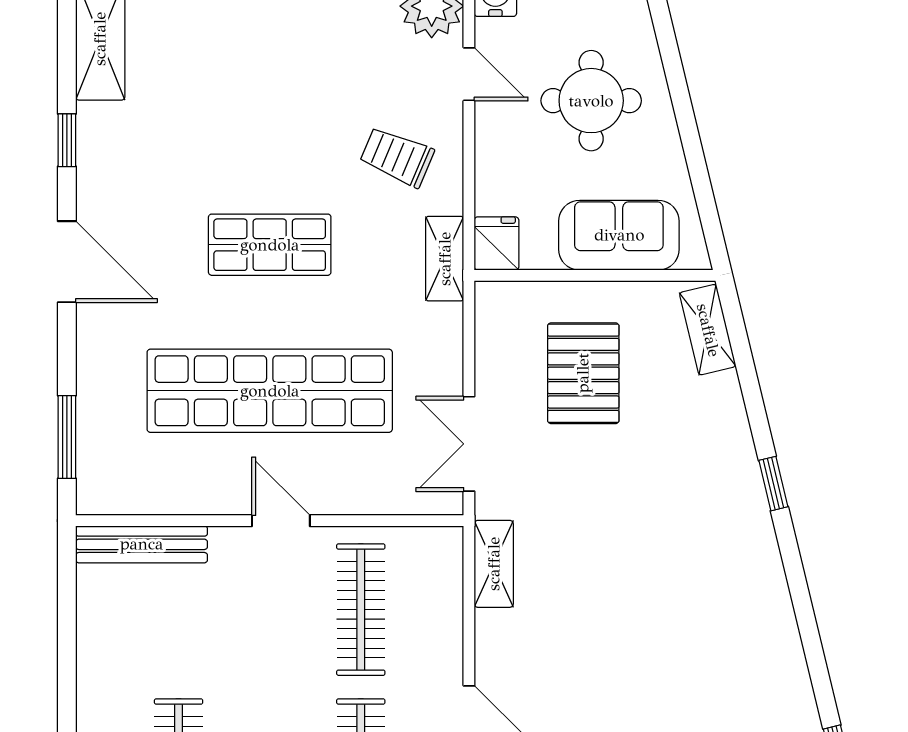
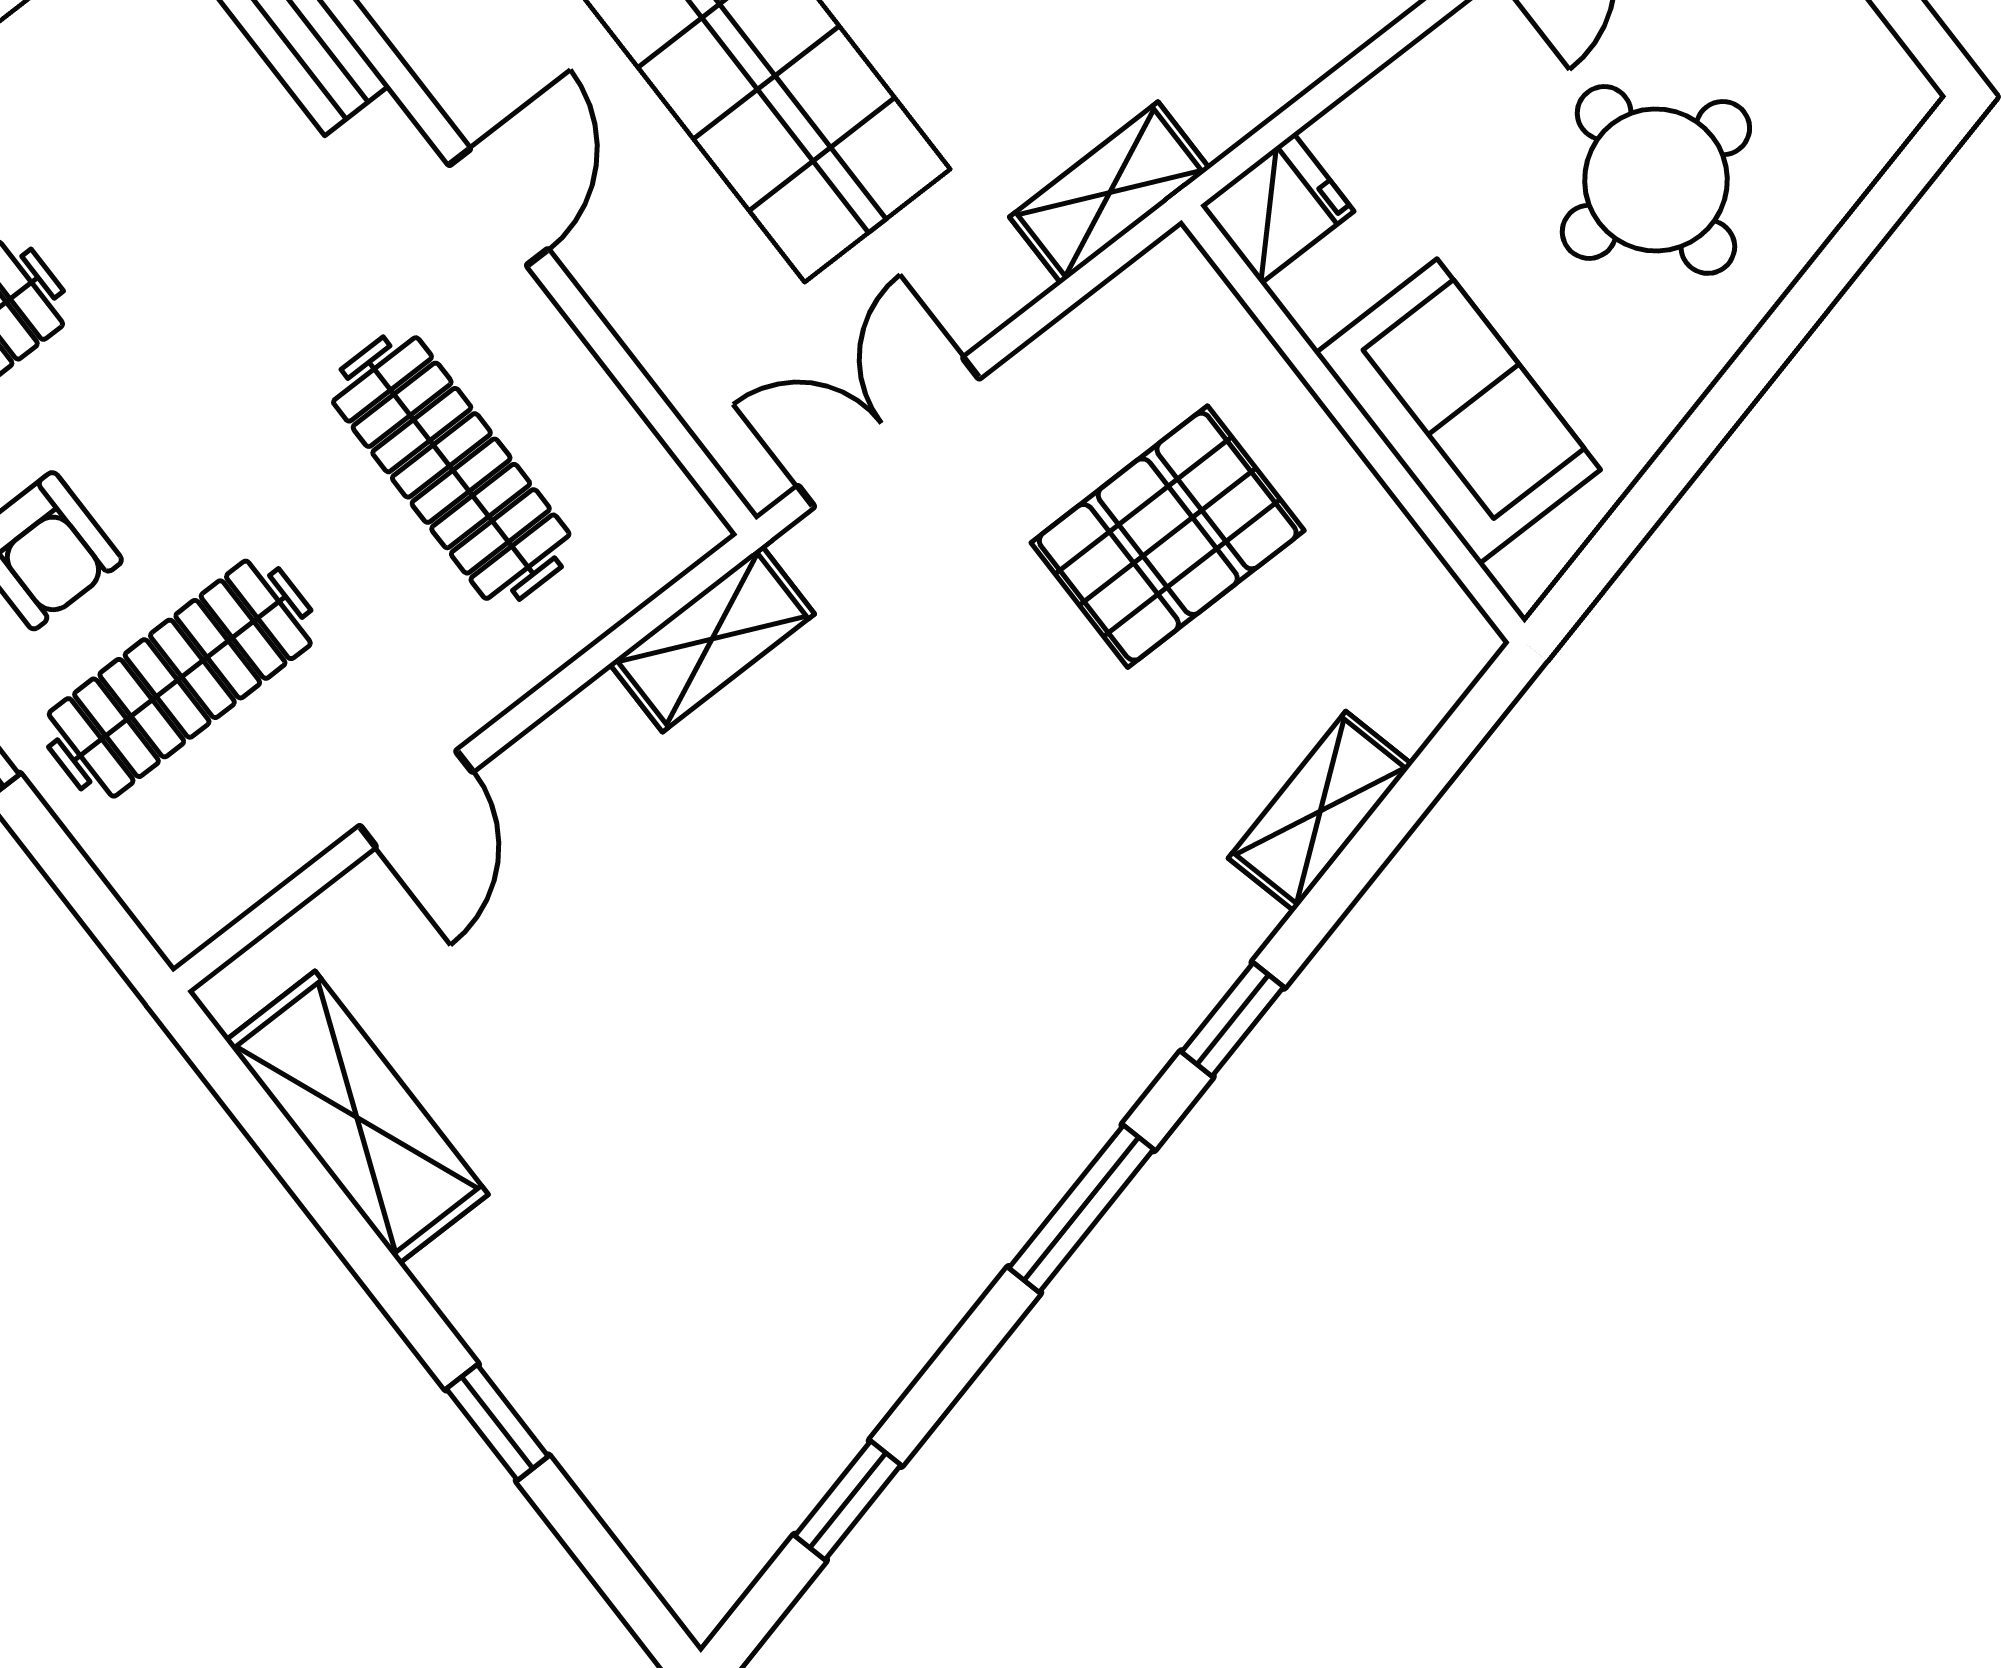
shelving: (445, 259) -> (1110, 193), moved
shelving: (708, 330) -> (1320, 811), moved
window: (799, 590) -> (1081, 1209), added
clothes rail: (361, 610) -> (451, 468), turned 90

